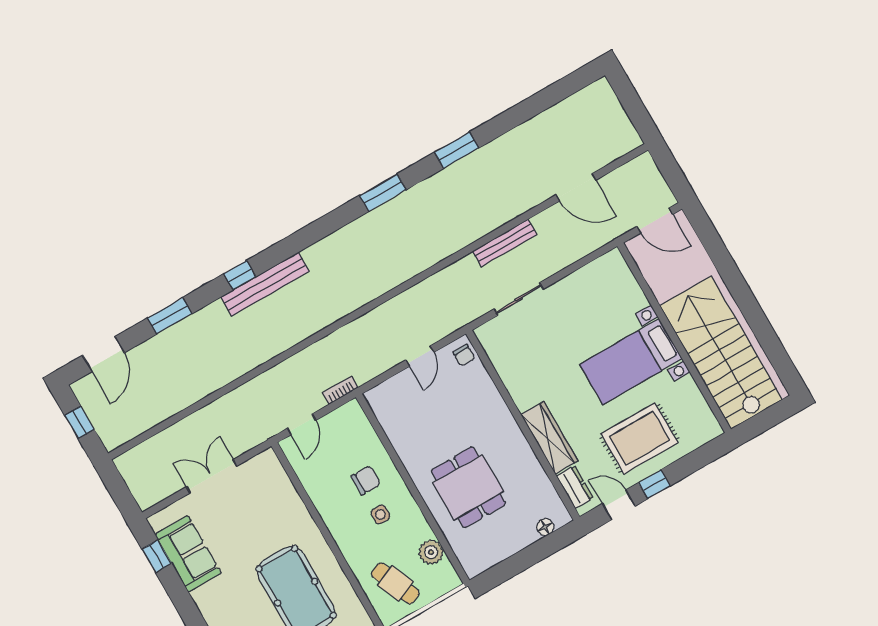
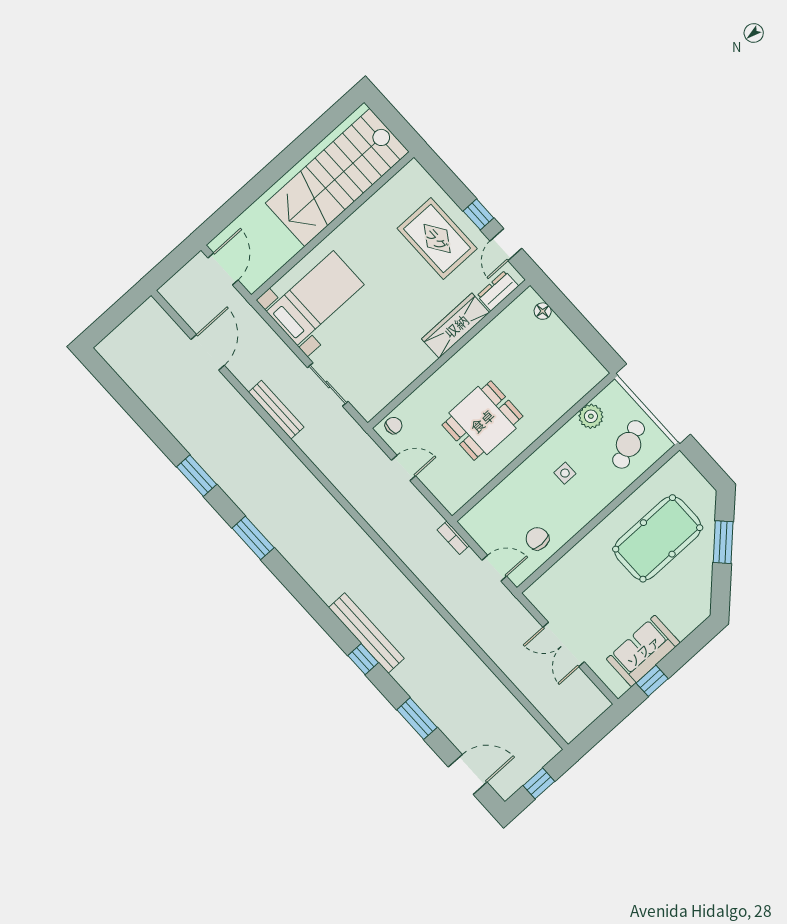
bed with nightstands: (631, 362) -> (315, 298), moved, turned -90
chair: (366, 480) -> (537, 539), moved
dining table: (468, 487) -> (482, 421), moved

